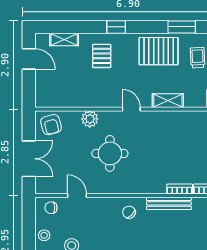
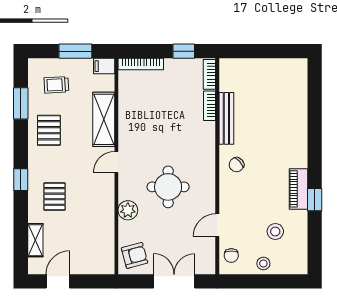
pallet: (159, 51) -> (49, 130), width x0.67, depth x0.71
pallet: (102, 56) -> (55, 196), turned 90
shelving: (168, 101) -> (104, 119), width x1.50, depth x1.33

